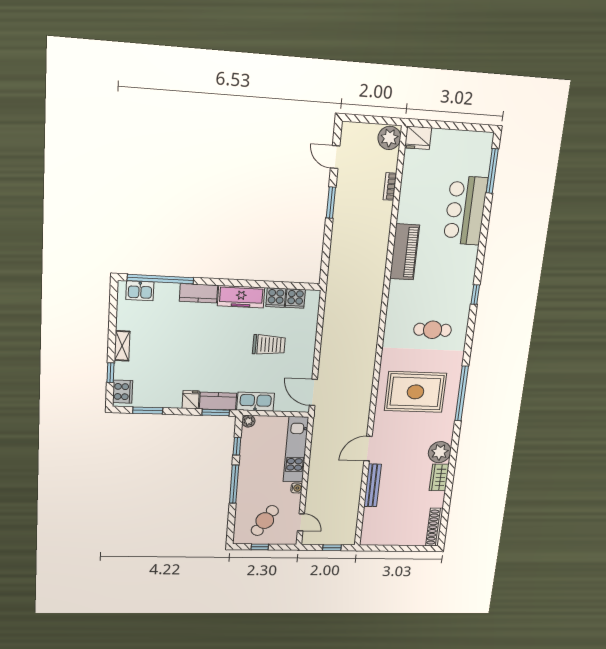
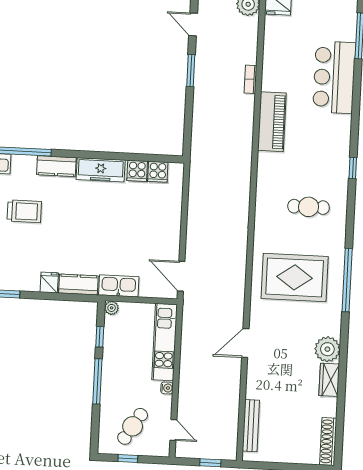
bookcase: (390, 186) -> (250, 79), moved
trolley: (269, 345) -> (24, 211), moved
window: (216, 413) -> (76, 297), removed
bench: (372, 485) -> (251, 426), moved

